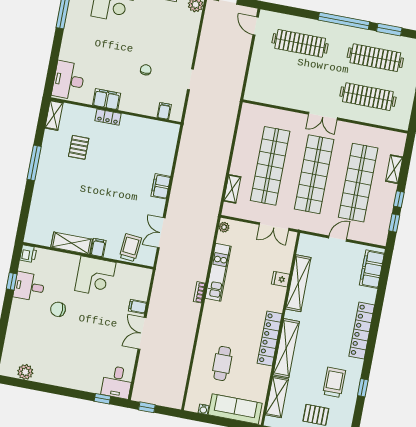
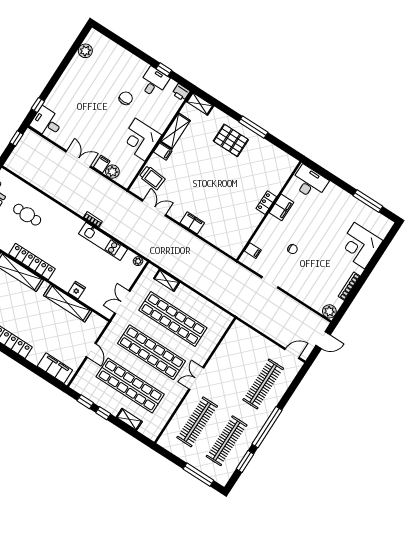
shelving: (54, 115) -> (200, 104), moved
pallet: (79, 147) -> (231, 140), moved, width x1.50, depth x1.42
plant: (141, 292) -> (112, 172), added

